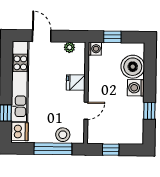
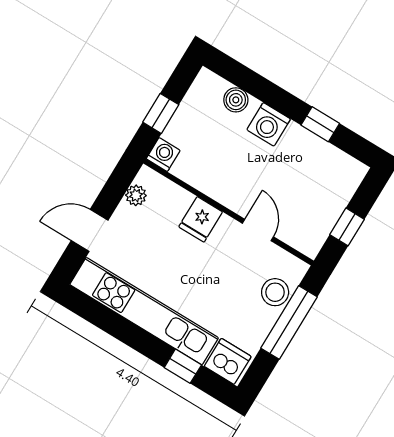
boiler: (133, 67) -> (236, 100), width x0.54, depth x0.54

